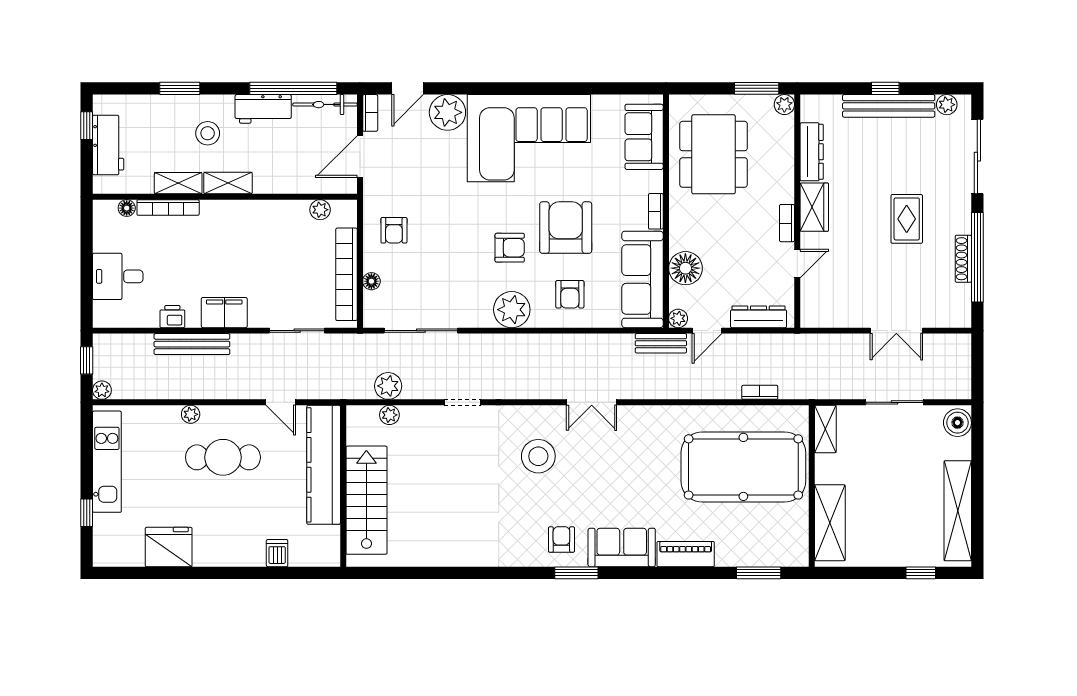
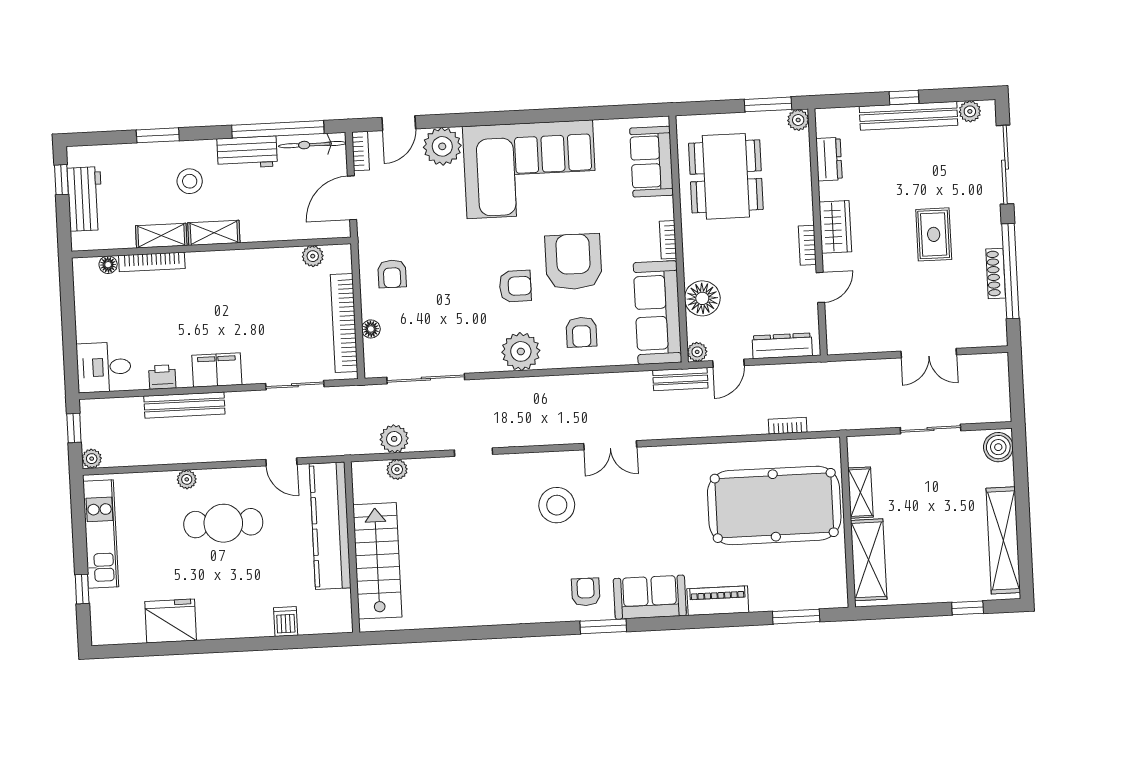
dresser: (812, 152) -> (829, 159), width x0.70
desk: (118, 276) -> (104, 367), moved
shelving: (825, 429) -> (860, 493), moved

